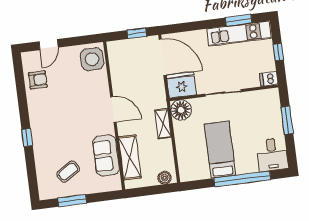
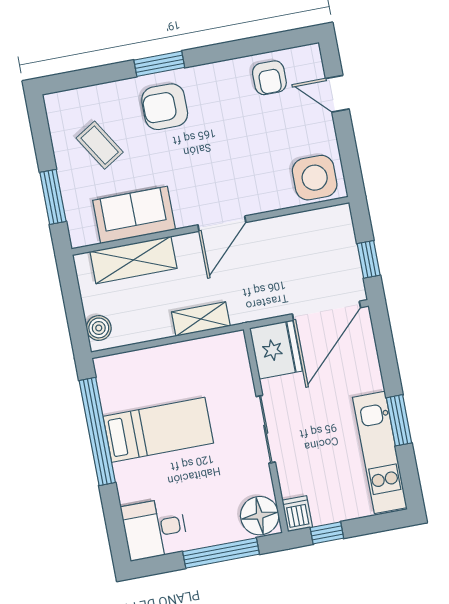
window: (239, 20) -> (399, 420), moved
window: (278, 52) -> (327, 533), moved
floor lamp: (181, 110) -> (260, 516), moved
window: (287, 120) -> (221, 553), width x1.44
armchair: (50, 136) -> (165, 107), added
window: (27, 138) -> (159, 64), width x1.50
window: (242, 179) -> (97, 432), moved
window: (72, 201) -> (53, 197), moved

